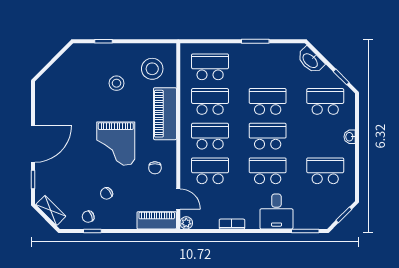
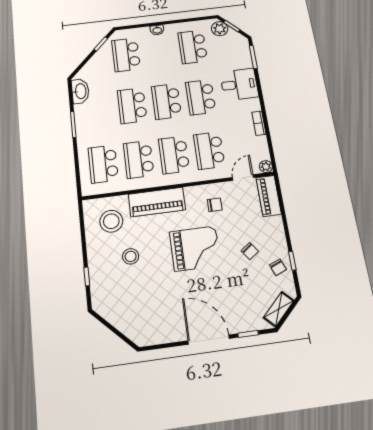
washbasin: (311, 60) -> (80, 91), moved, turned -45
plant: (343, 202) -> (220, 29), added

